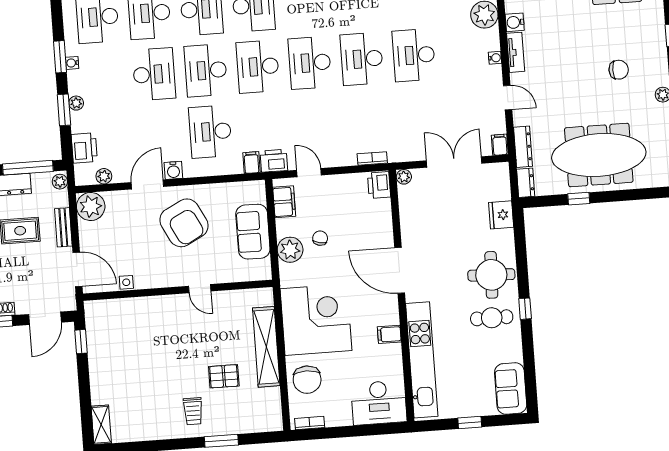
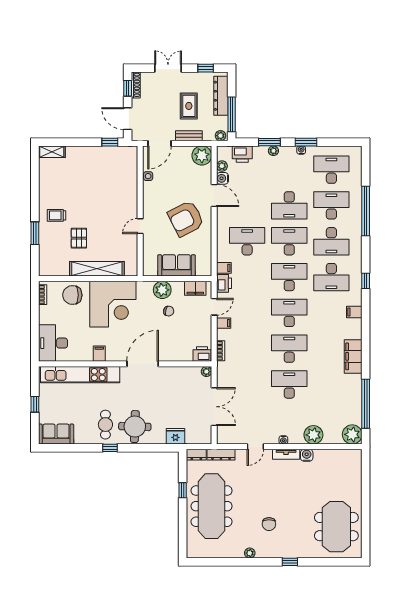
filing cabinet: (500, 145) -> (224, 323), moved
water cooler: (173, 170) -> (222, 178), moved

